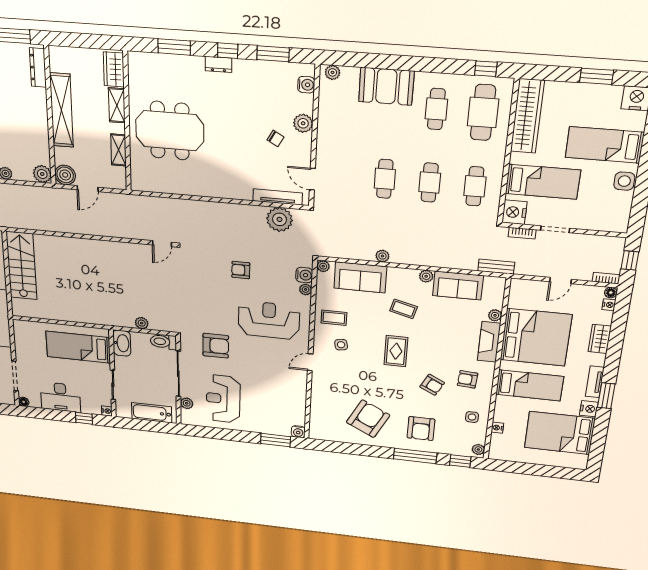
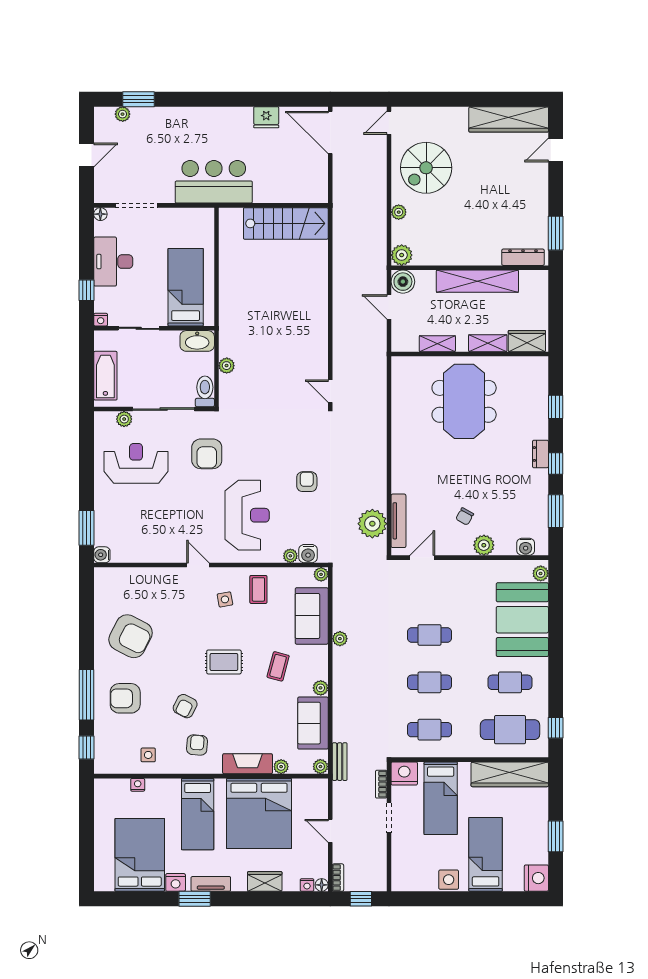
window: (174, 47) -> (556, 407), width x0.67
booth: (386, 86) -> (522, 620), width x1.36, depth x1.42
plant: (478, 449) -> (320, 767), moved

